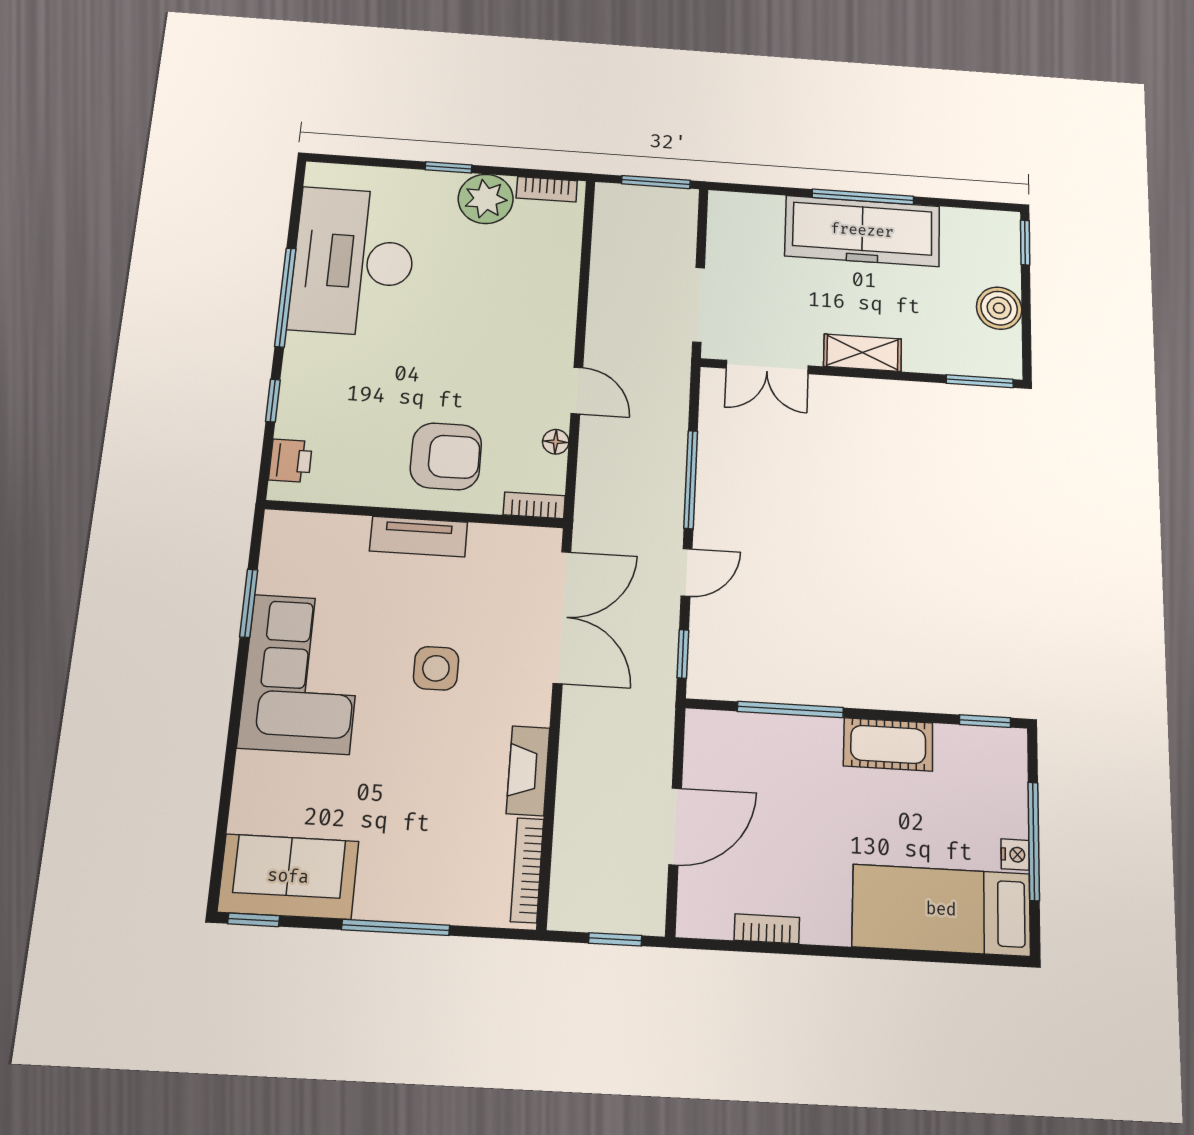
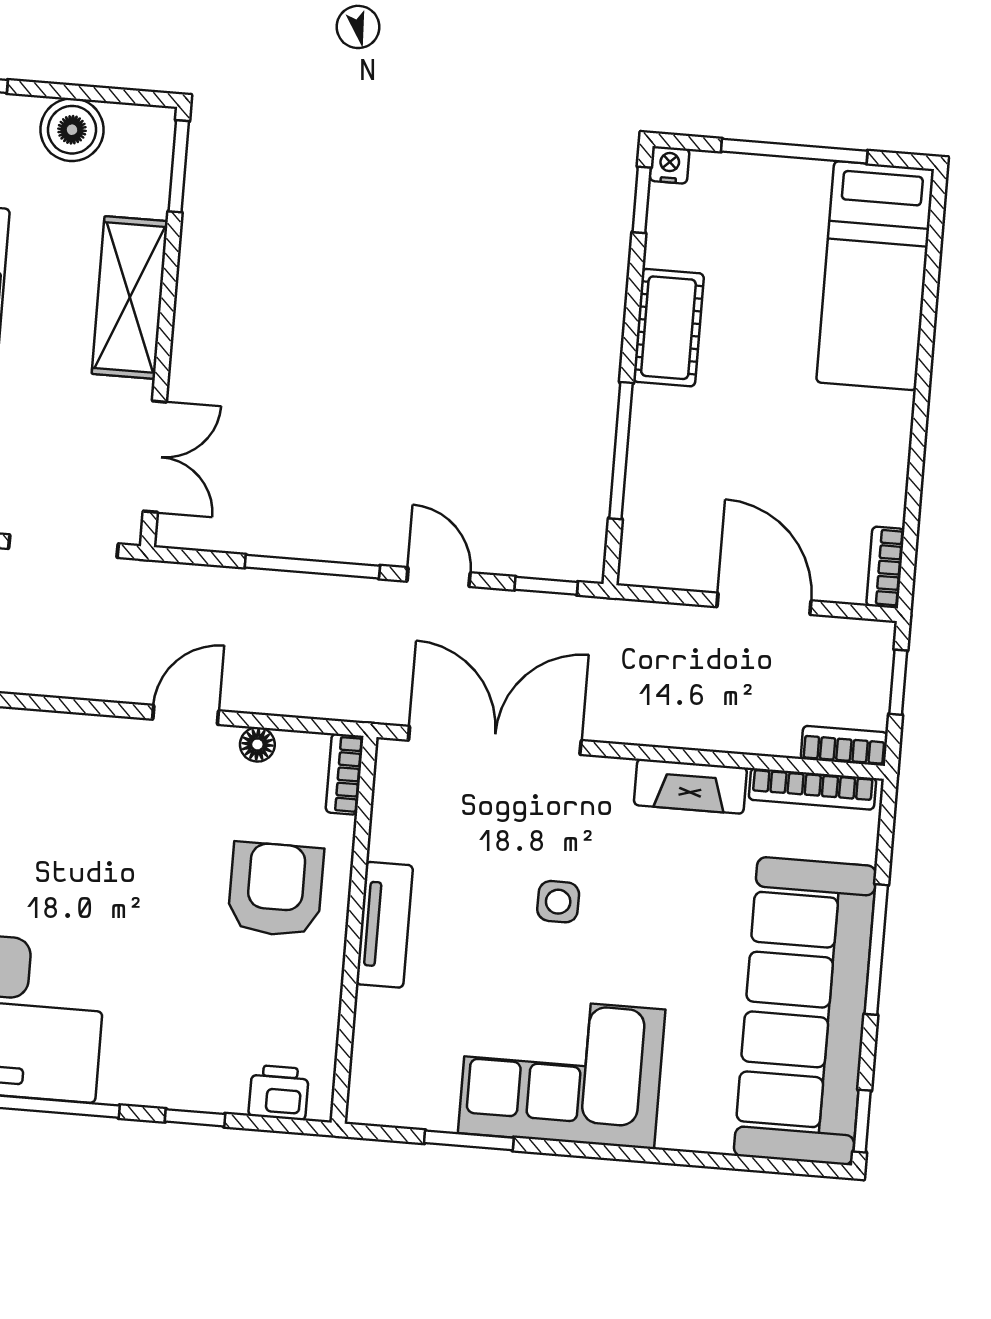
shelving: (863, 353) -> (130, 298), width x1.50, depth x1.33
side table: (436, 668) -> (558, 902), width x0.73, depth x0.73
nightstand: (1015, 855) -> (669, 165), moved
sofa: (288, 877) -> (805, 1011), width x1.85, depth x1.27
bookcase: (563, 896) -> (844, 746), added
bookcase: (767, 929) -> (885, 567), moved

